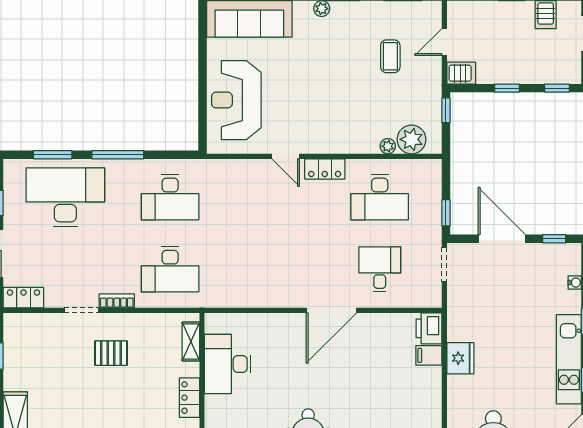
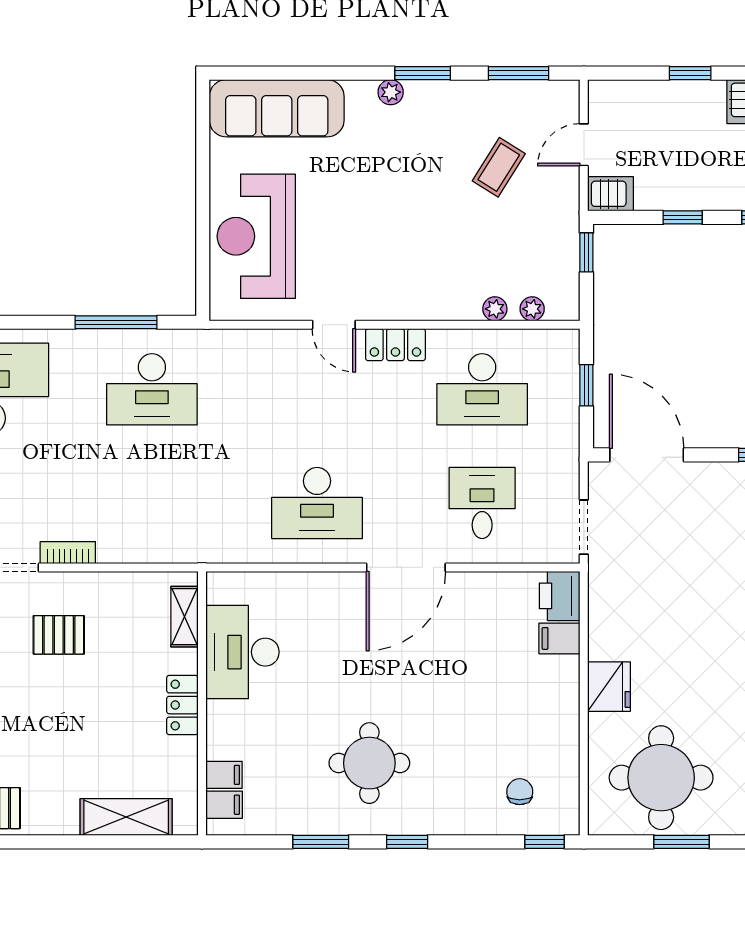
coffee table: (390, 56) -> (499, 167), turned 32
plant: (411, 139) -> (532, 309), width x0.53, depth x0.53
window: (118, 155) -> (116, 322), moved
window: (446, 213) -> (586, 385), moved
door: (502, 239) -> (647, 455), moved
doorway: (444, 265) -> (584, 527), moved
desk: (170, 269) -> (317, 503), moved
fridge: (460, 358) -> (609, 687), moved

